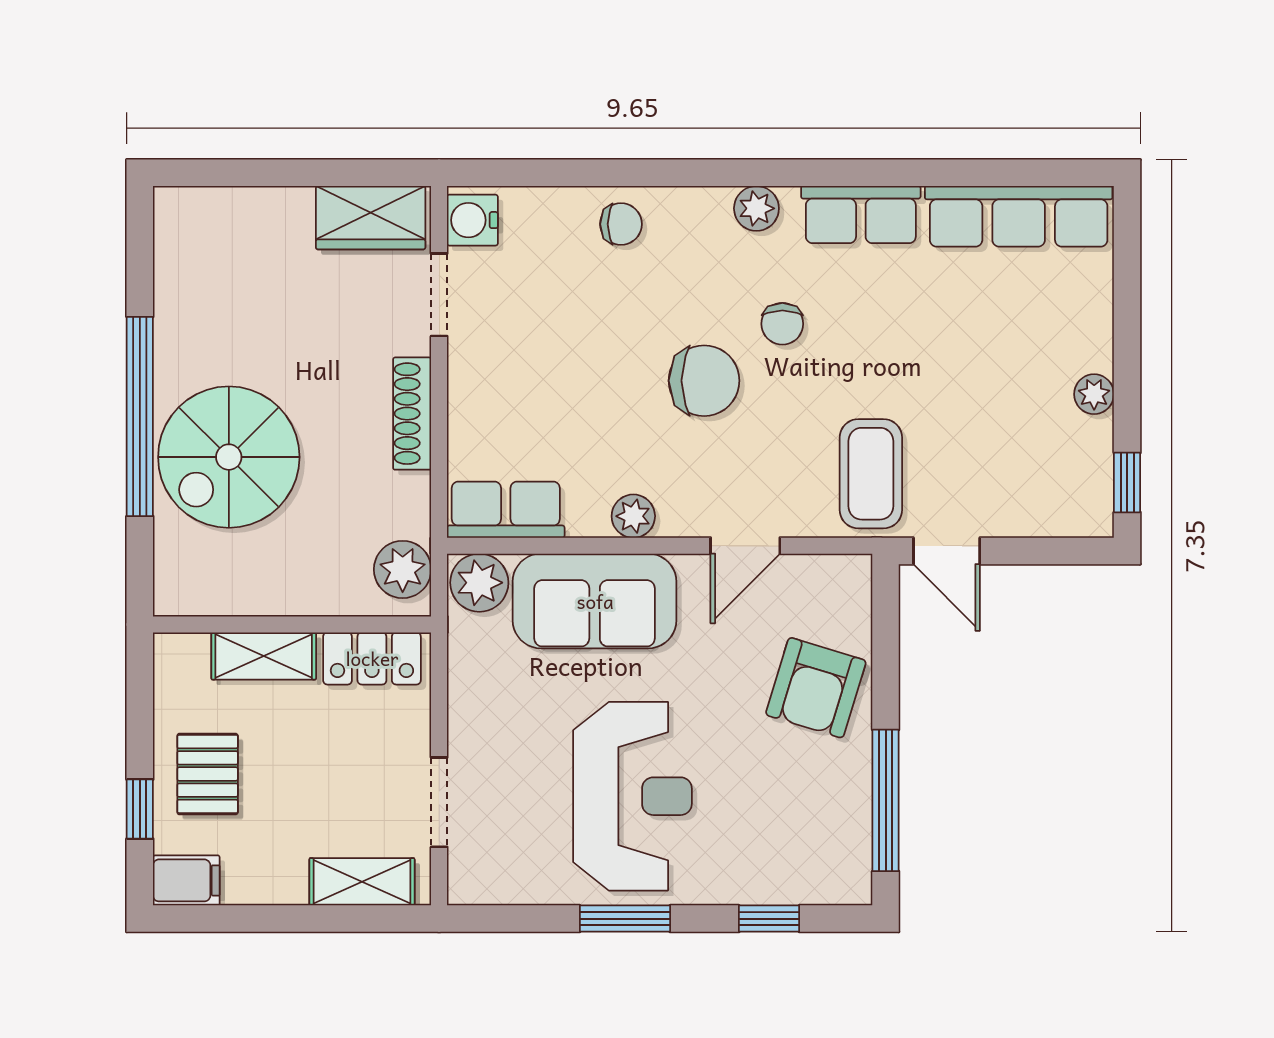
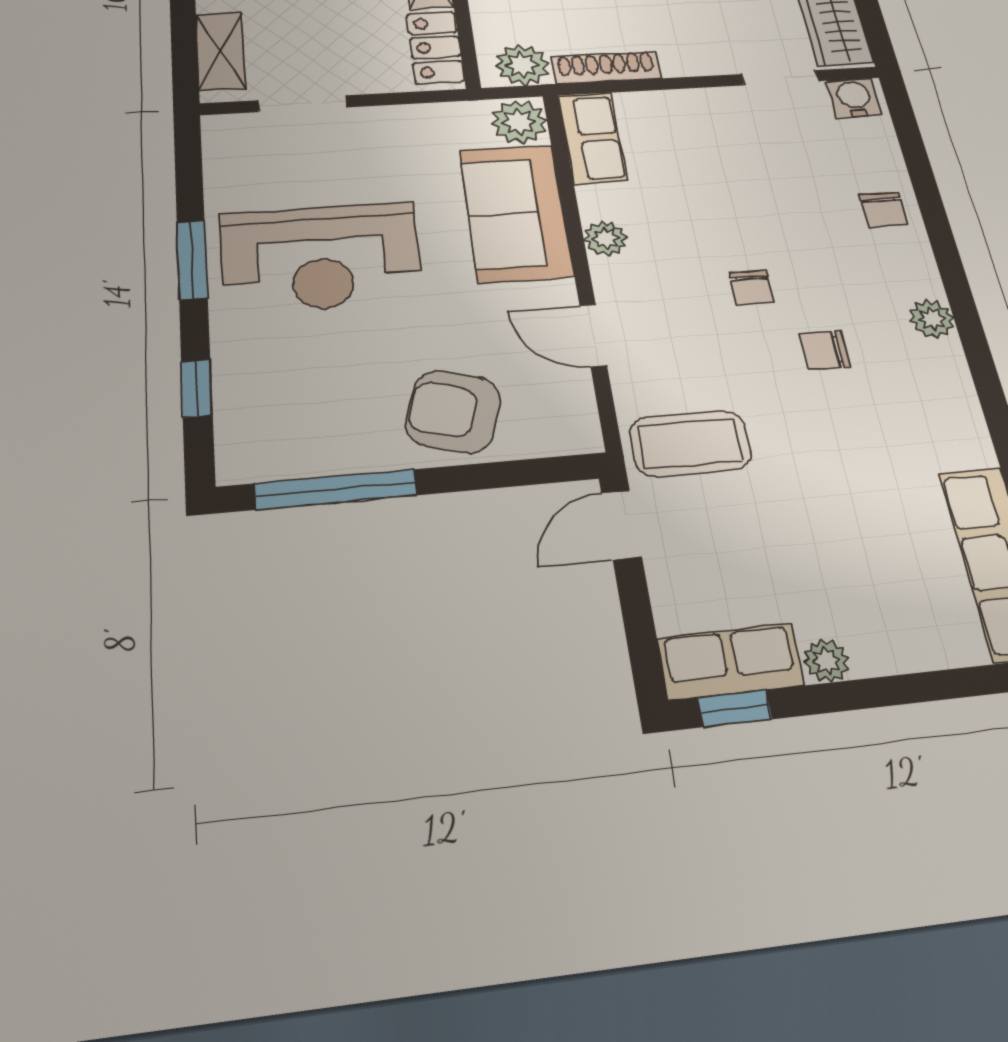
row of seats: (861, 215) -> (730, 662), moved, turned 90
chair: (704, 381) -> (752, 287), width x0.54, depth x0.54
shoe rack: (412, 414) -> (606, 68), moved

